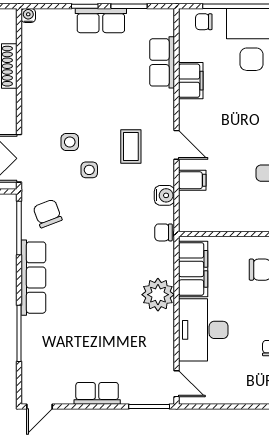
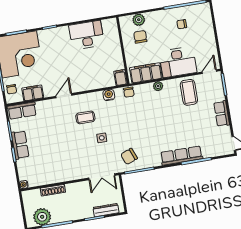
row of seats: (162, 62) -> (22, 111), moved
filing cabinet: (191, 81) -> (33, 93), moved
side table: (70, 142) -> (88, 151), removed
door: (177, 145) -> (64, 96), moved
filing cabinet: (192, 180) -> (120, 78), moved
row of seats: (33, 278) -> (181, 156), moved
plant: (158, 295) -> (158, 86), width x0.53, depth x0.53
coffee table: (145, 341) -> (189, 92), added

